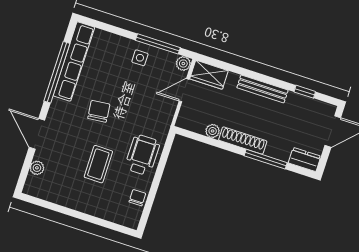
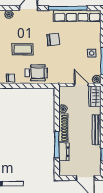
dresser: (305, 159) -> (64, 152), moved

